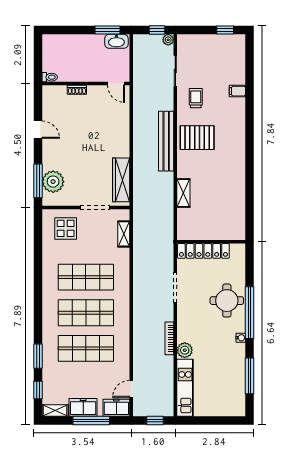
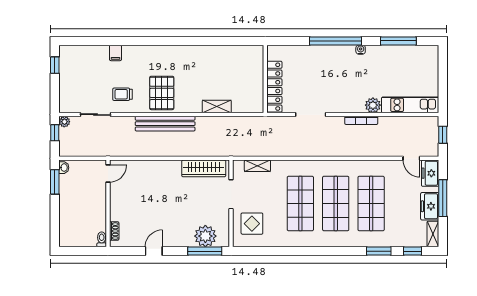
washbasin: (116, 41) -> (64, 168), width x0.52, depth x0.69
shoe rack: (77, 90) -> (114, 231), moved
round table: (227, 301) -> (324, 63), removed

